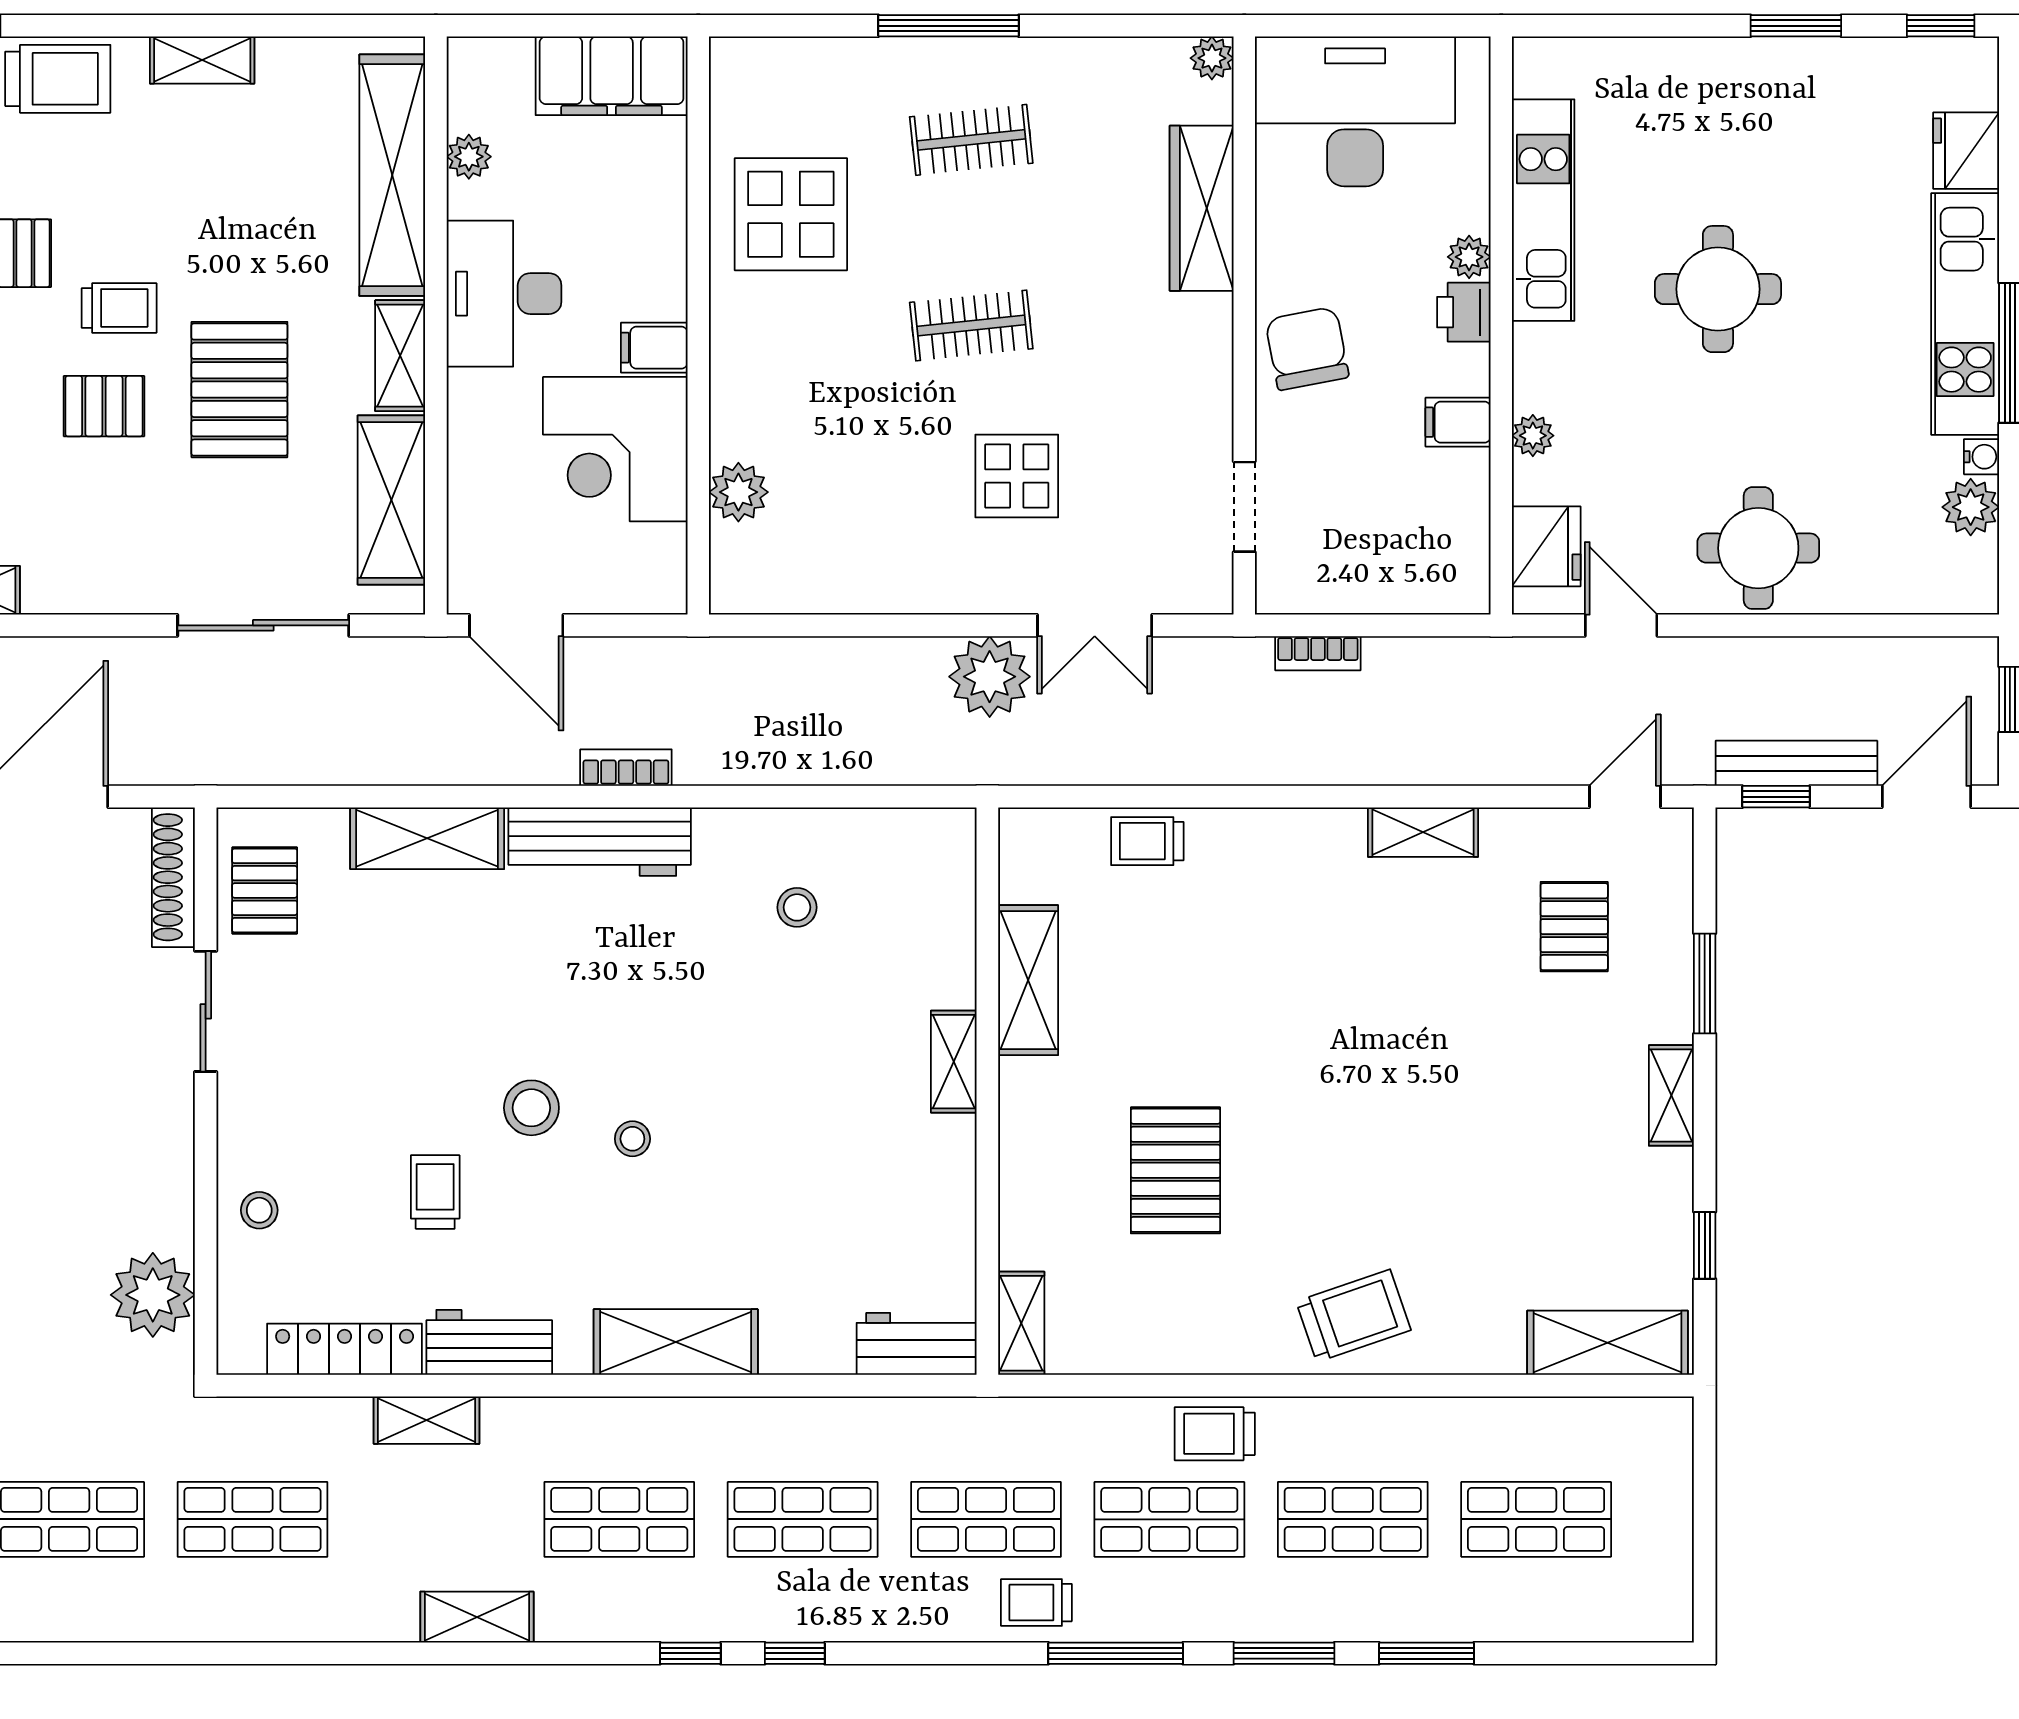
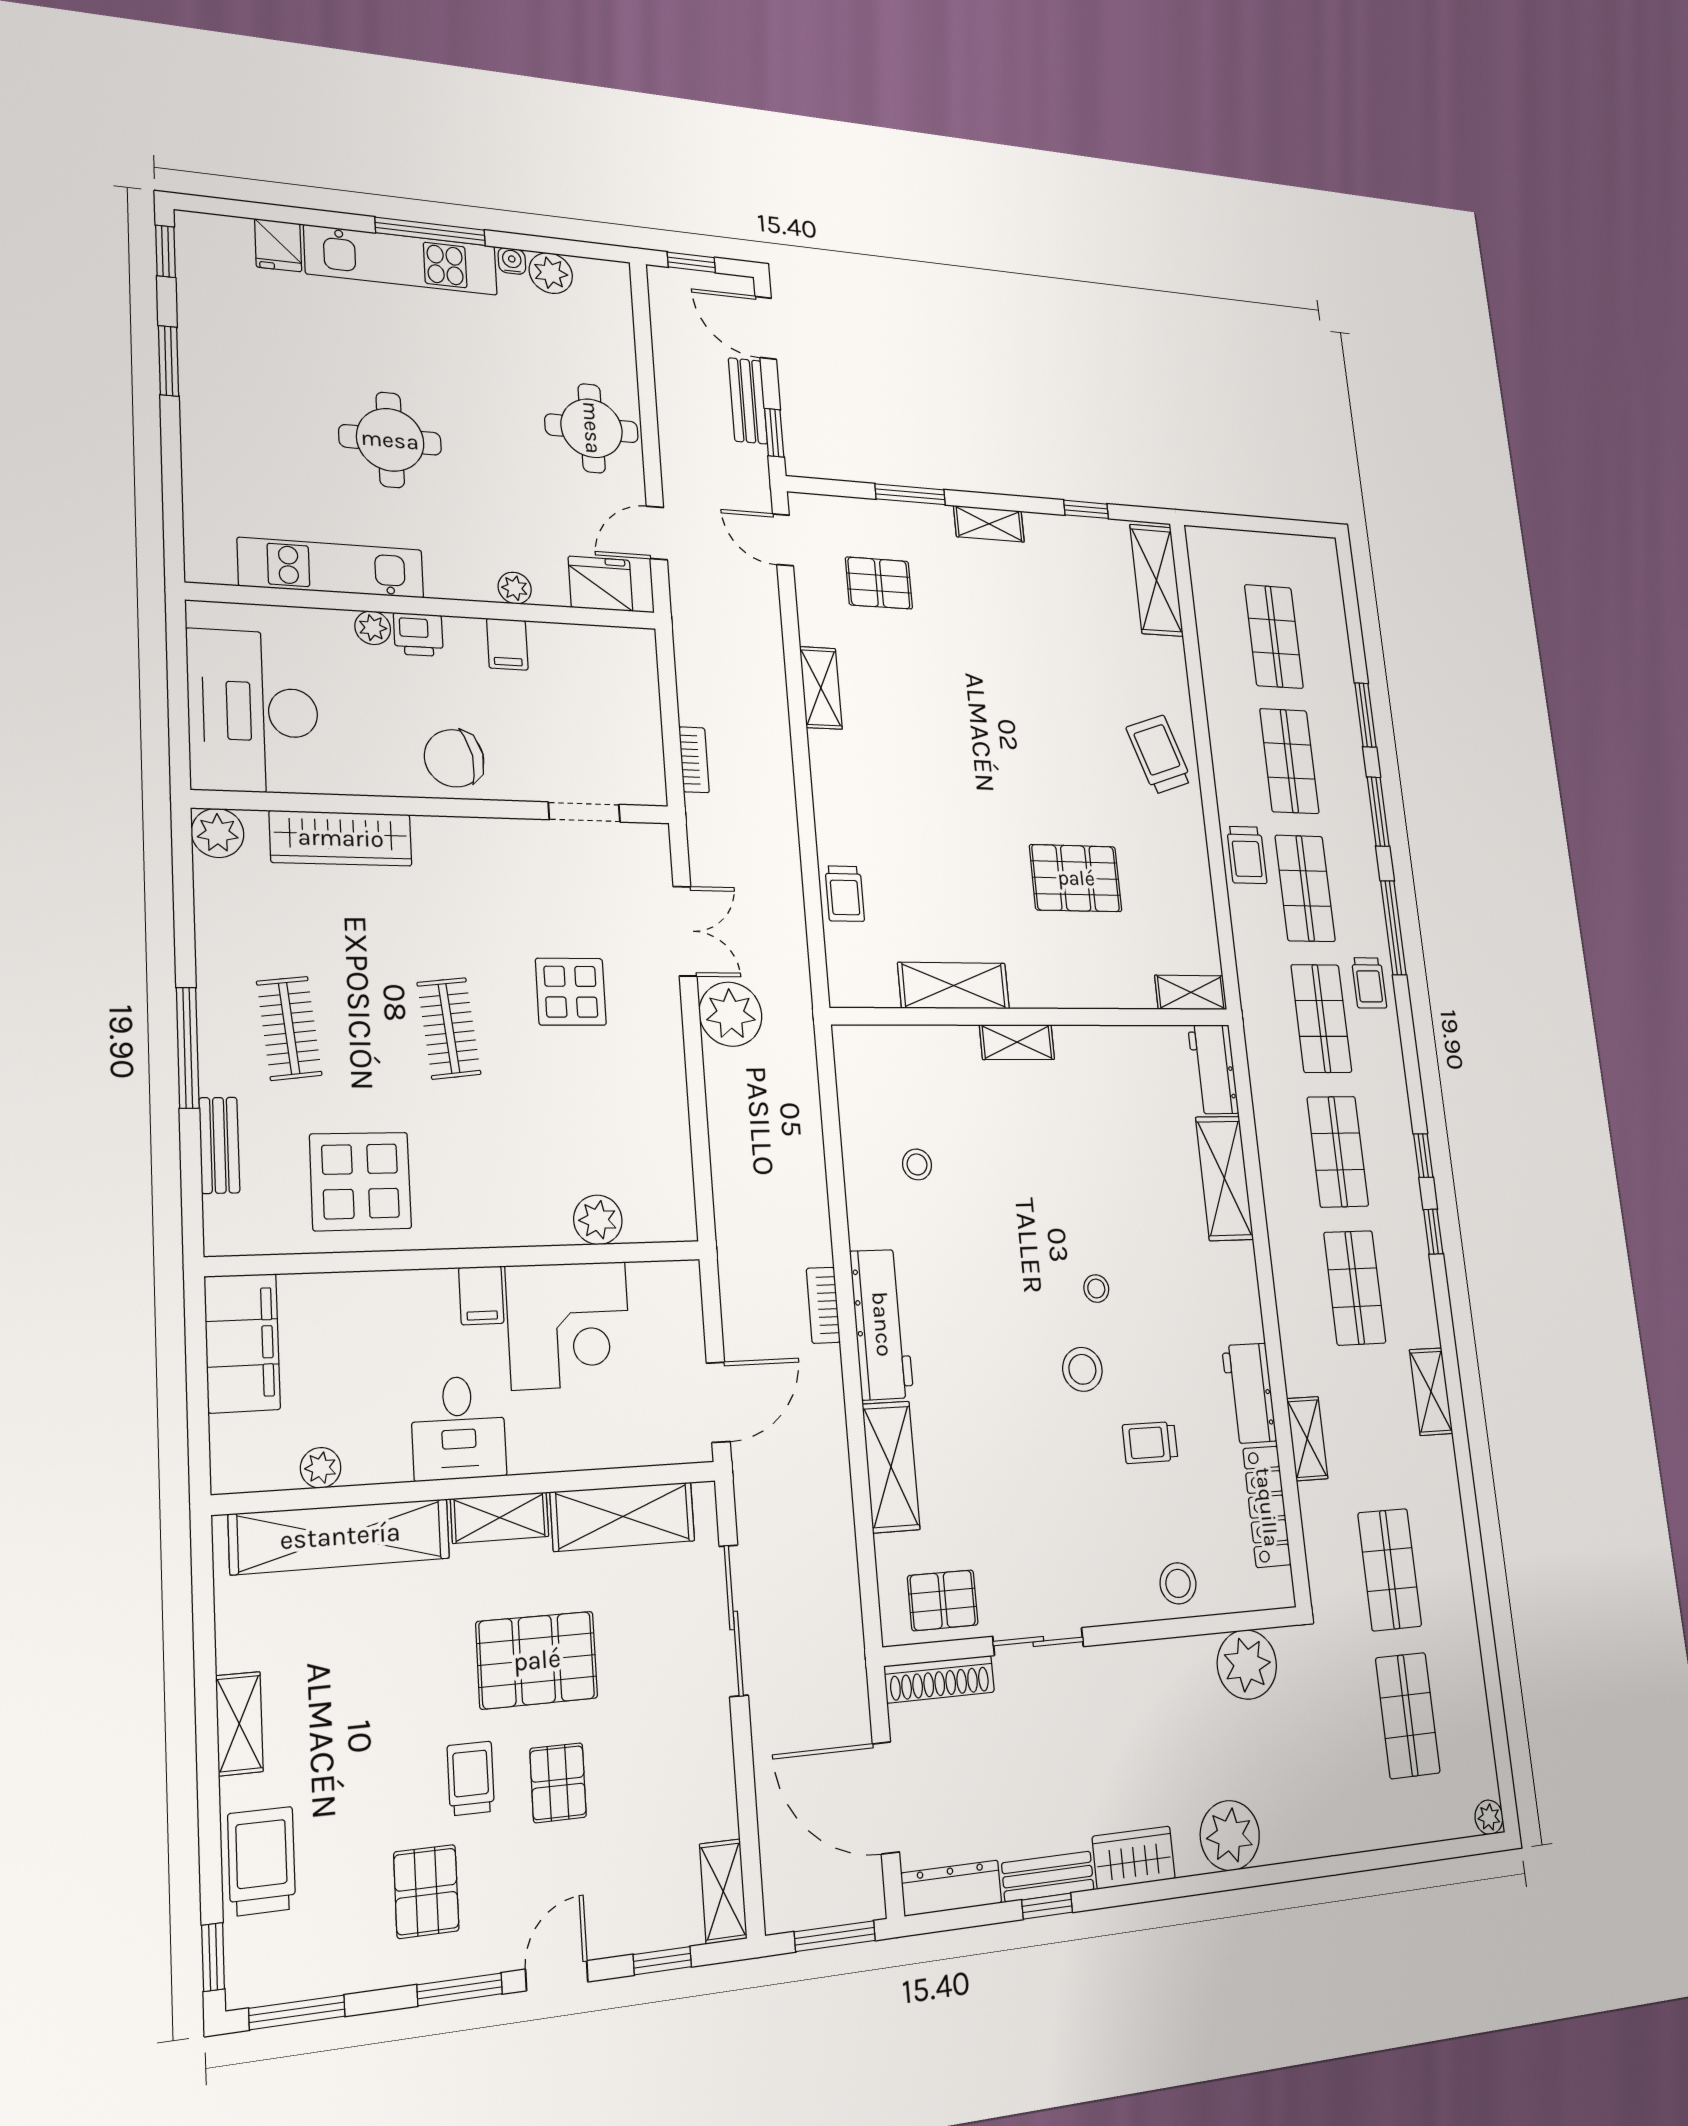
bench: (836, 57) -> (219, 1145), added
plant: (1212, 58) -> (218, 833), width x1.38, depth x1.38
fridge: (1966, 151) -> (278, 245), width x0.72
desk: (504, 294) -> (458, 1428), width x0.73
bench: (1796, 763) -> (748, 401), width x0.73
stool: (259, 1210) -> (1178, 1583), width x1.37, depth x1.37
shelving: (676, 1342) -> (1224, 1178), moved

